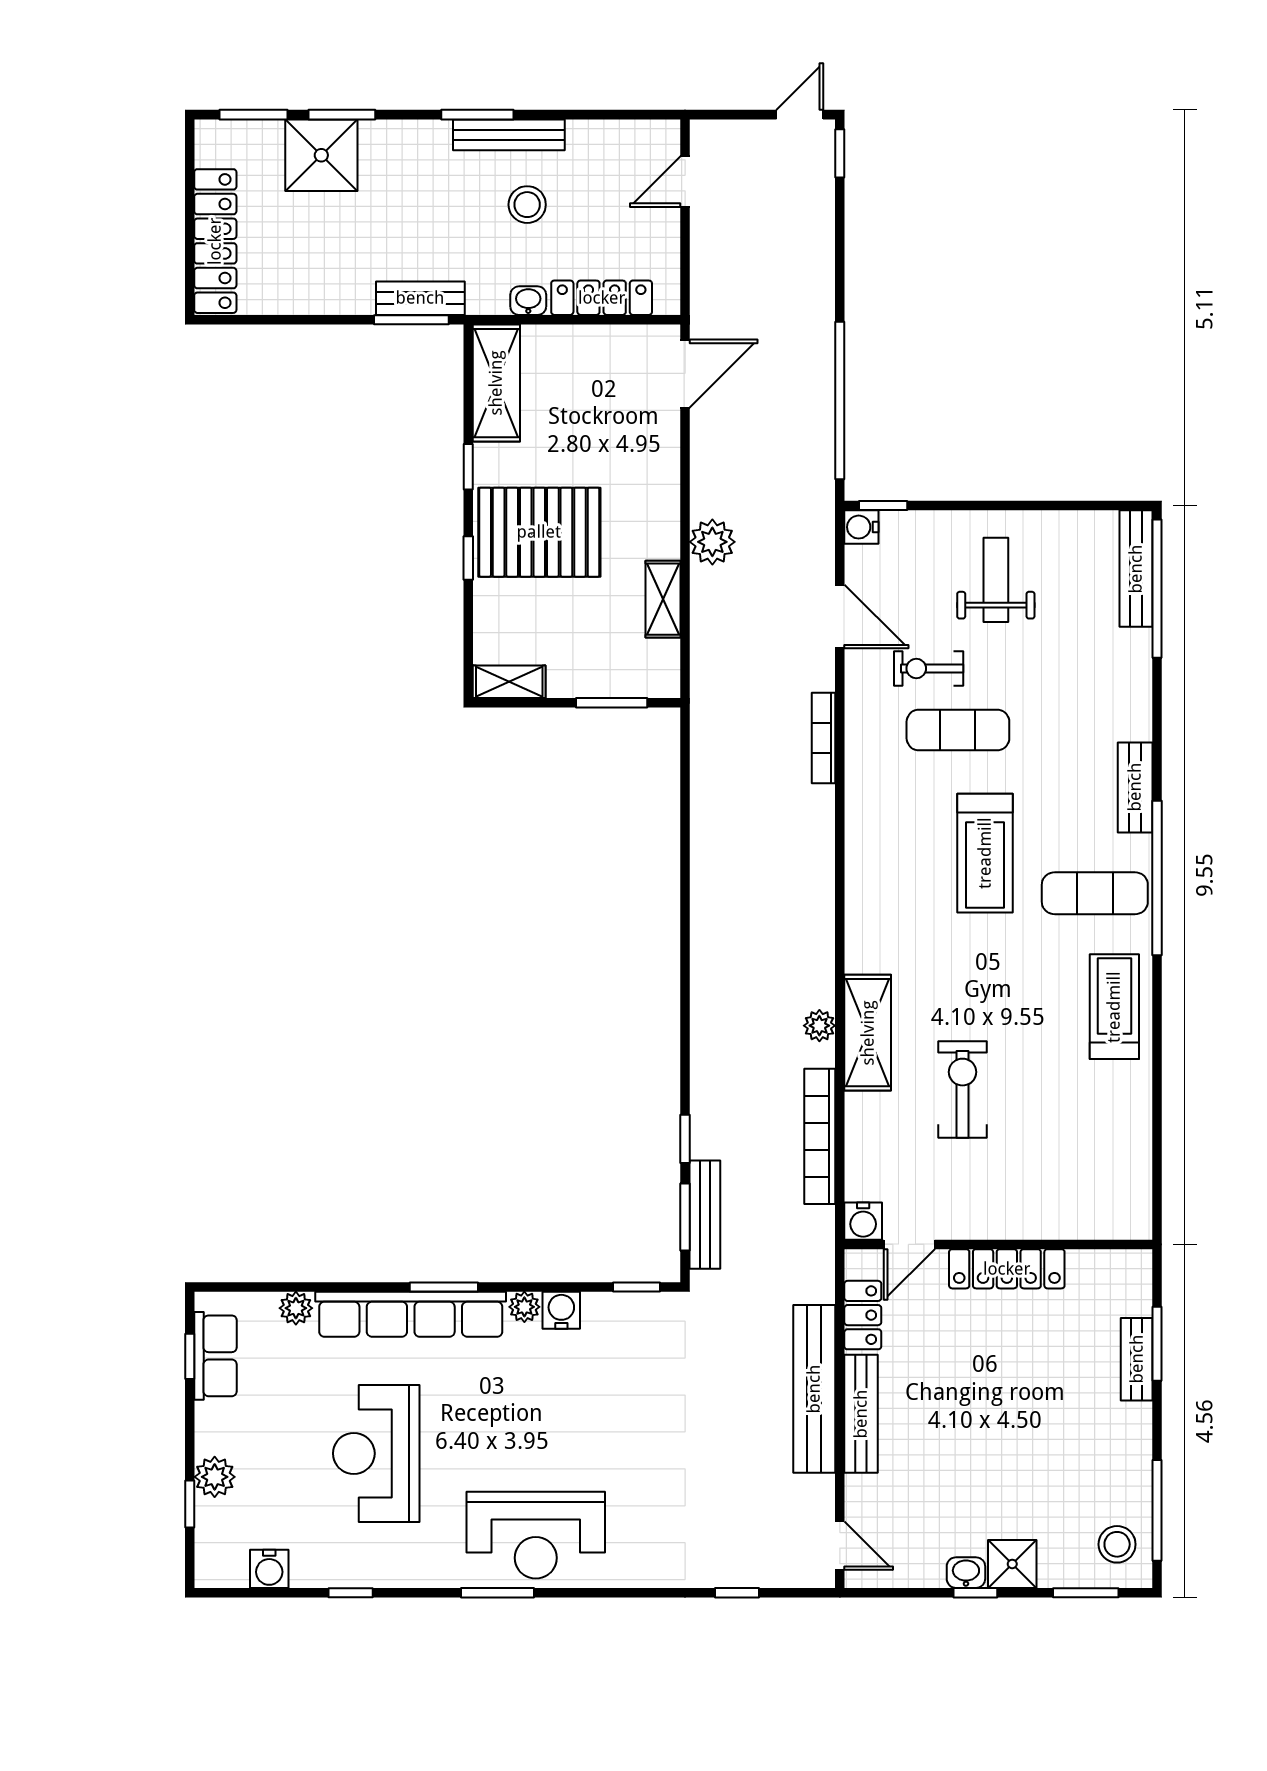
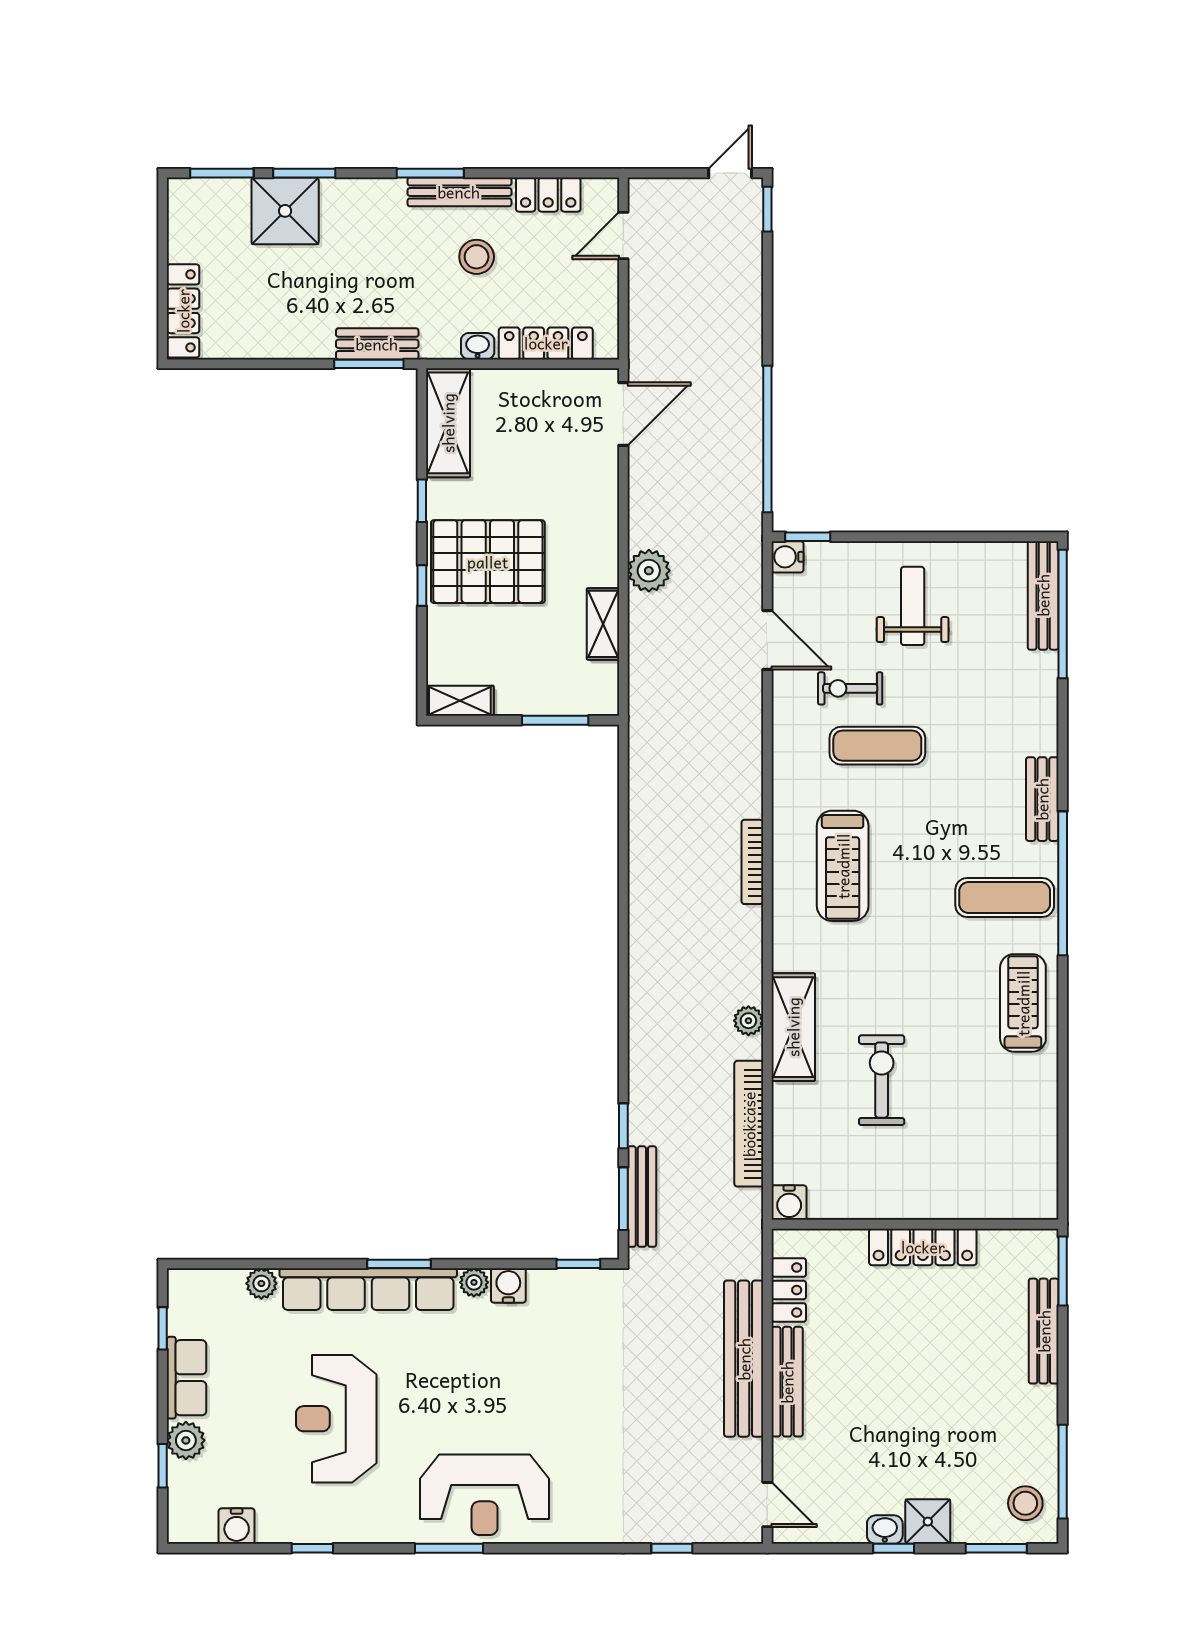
locker: (604, 138) -> (548, 195), added
locker: (215, 241) -> (183, 311), width x0.71, depth x0.83
bookcase: (824, 738) -> (752, 862), moved
treadmill: (985, 853) -> (843, 866), moved
door: (909, 1244) -> (832, 1224), removed
window: (1157, 1344) -> (1063, 1271), moved
row of seats: (215, 1356) -> (187, 1378), moved
bench: (1137, 1359) -> (1044, 1331), width x1.36

